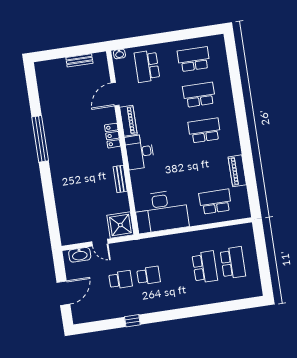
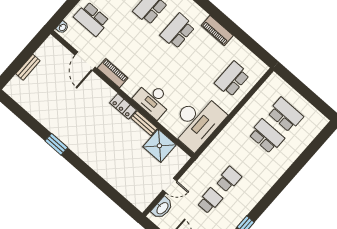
bench: (79, 60) -> (28, 67), moved
locker: (112, 136) -> (123, 106), moved
window: (40, 139) -> (56, 144), width x0.47
desk: (140, 152) -> (153, 100), moved
piano: (237, 171) -> (217, 30), moved
shower: (120, 225) -> (159, 146), moved

